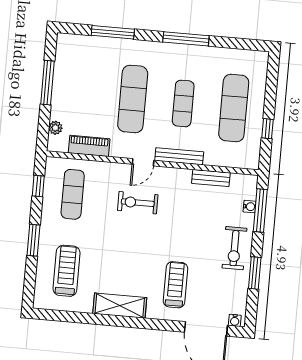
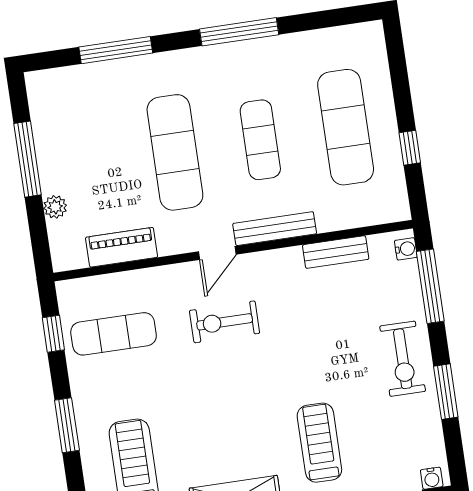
plant: (55, 128) -> (55, 207), moved
exercise mat: (73, 194) -> (114, 334), turned 90
water cooler: (250, 207) -> (406, 249), moved

